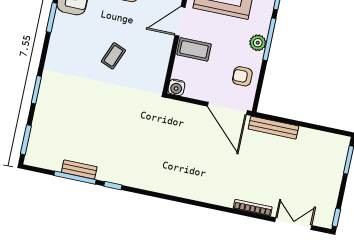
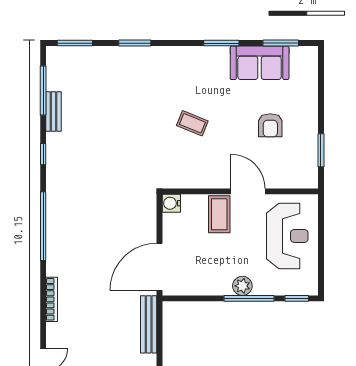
armchair: (242, 76) -> (200, 276), removed
window: (75, 178) -> (43, 90), moved
window: (173, 198) -> (43, 226), added
bookcase: (253, 208) -> (52, 299), moved

